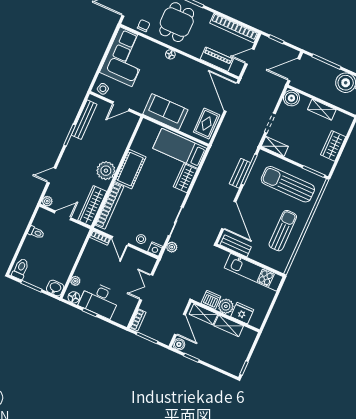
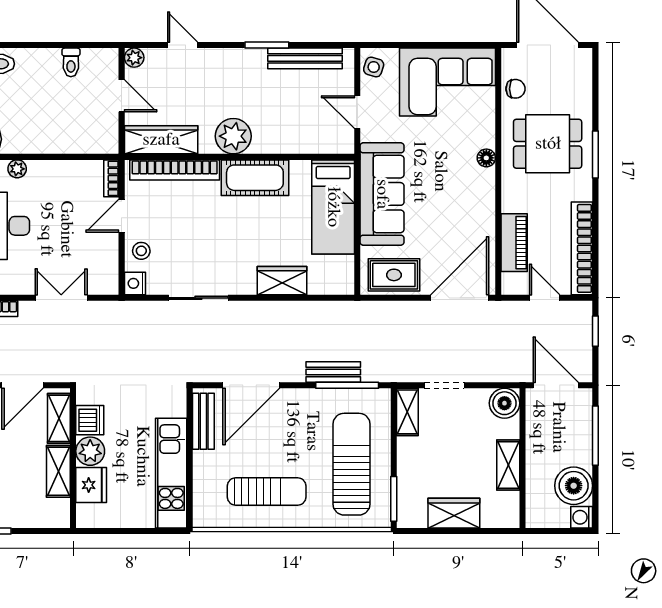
sofa: (165, 112) -> (382, 194), width x1.36
bed: (180, 148) -> (333, 207), moved, turned 180
plant: (172, 247) -> (151, 311), removed

